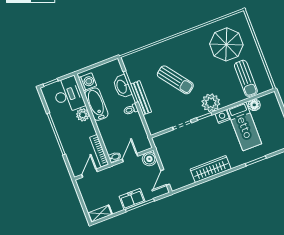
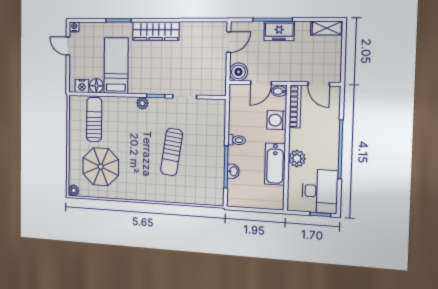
plant: (241, 16) -> (74, 190), added
sun lounger: (175, 80) -> (172, 152), turned -135
washing machine: (87, 82) -> (277, 120), moved
washbasin: (122, 87) -> (233, 171), width x0.52, depth x0.69
desk: (68, 95) -> (320, 191), moved, turned 180
bench: (141, 98) -> (219, 148), removed
plant: (211, 103) -> (142, 103), width x0.53, depth x0.53
nightstand: (222, 117) -> (82, 86), moved
wardrobe: (211, 169) -> (156, 31), moved
door: (90, 173) -> (319, 84), hinge flipped

